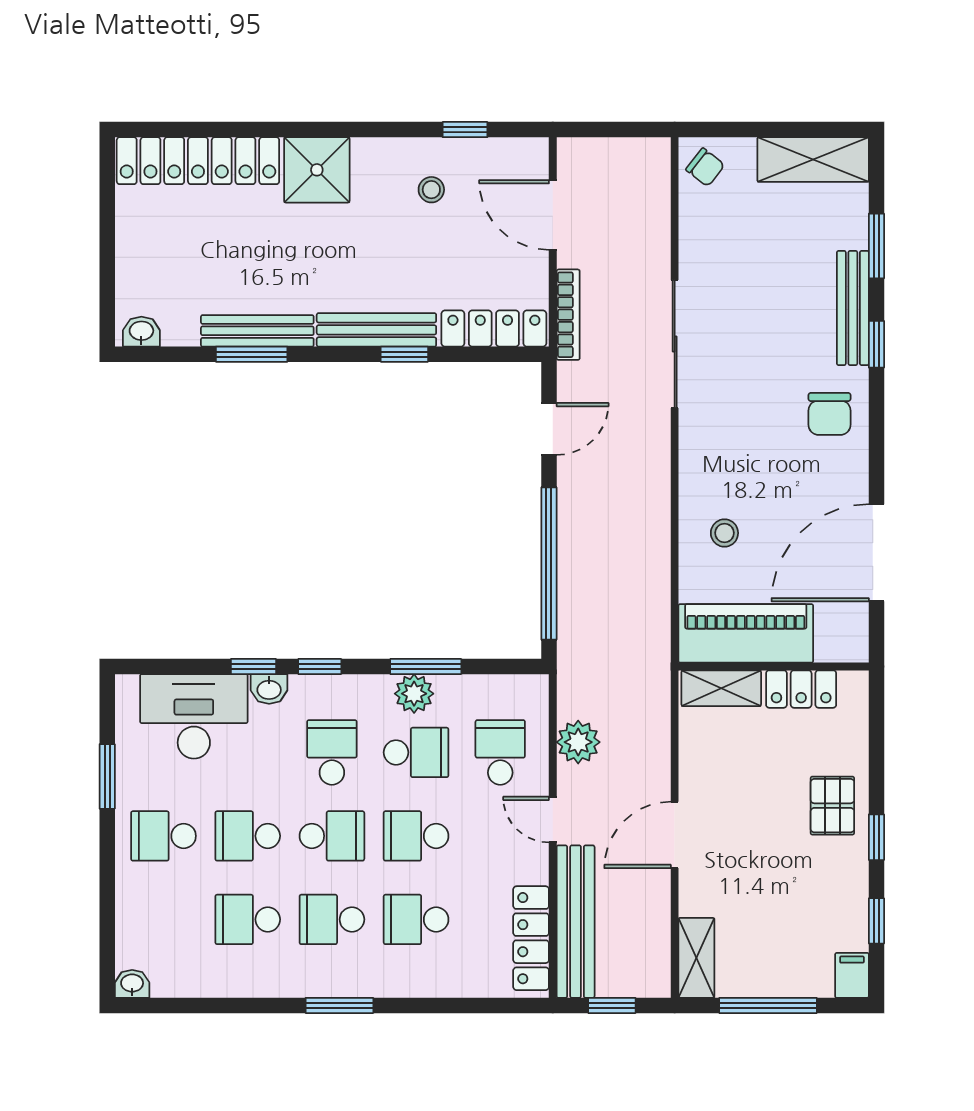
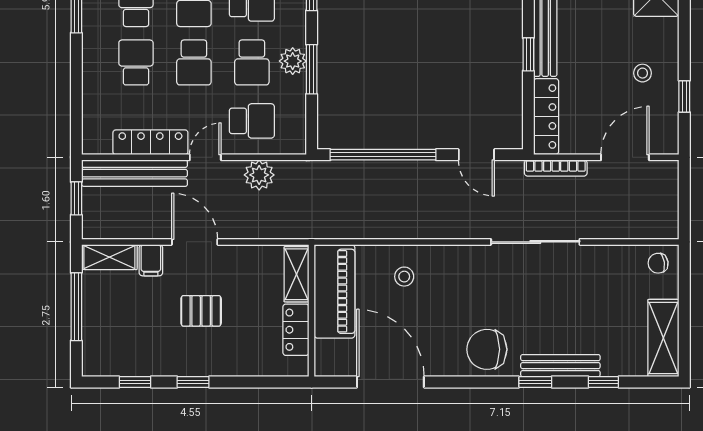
chair: (705, 167) -> (658, 263), turned 43
window: (876, 246) -> (603, 382), width x0.67
chair: (829, 414) -> (487, 349), width x1.37, depth x1.37
pallet: (832, 806) -> (201, 311), moved
school desk: (416, 836) -> (194, 62), turned 180
locker: (531, 938) -> (150, 142), moved
filing cabinet: (852, 975) -> (151, 260), moved, turned 90

